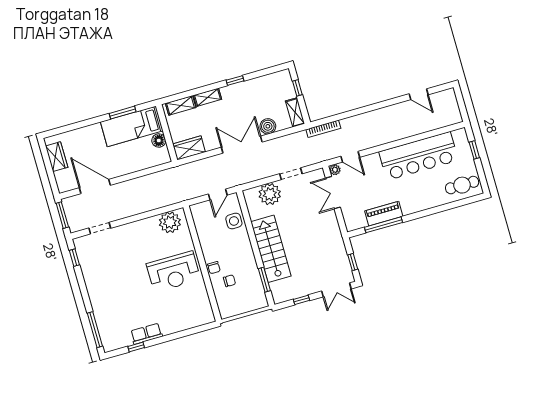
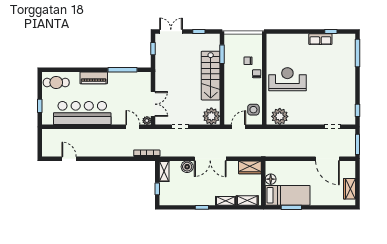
plant: (270, 194) -> (211, 116), moved
piano: (384, 214) -> (94, 78), moved
side table: (234, 221) -> (253, 110), moved

